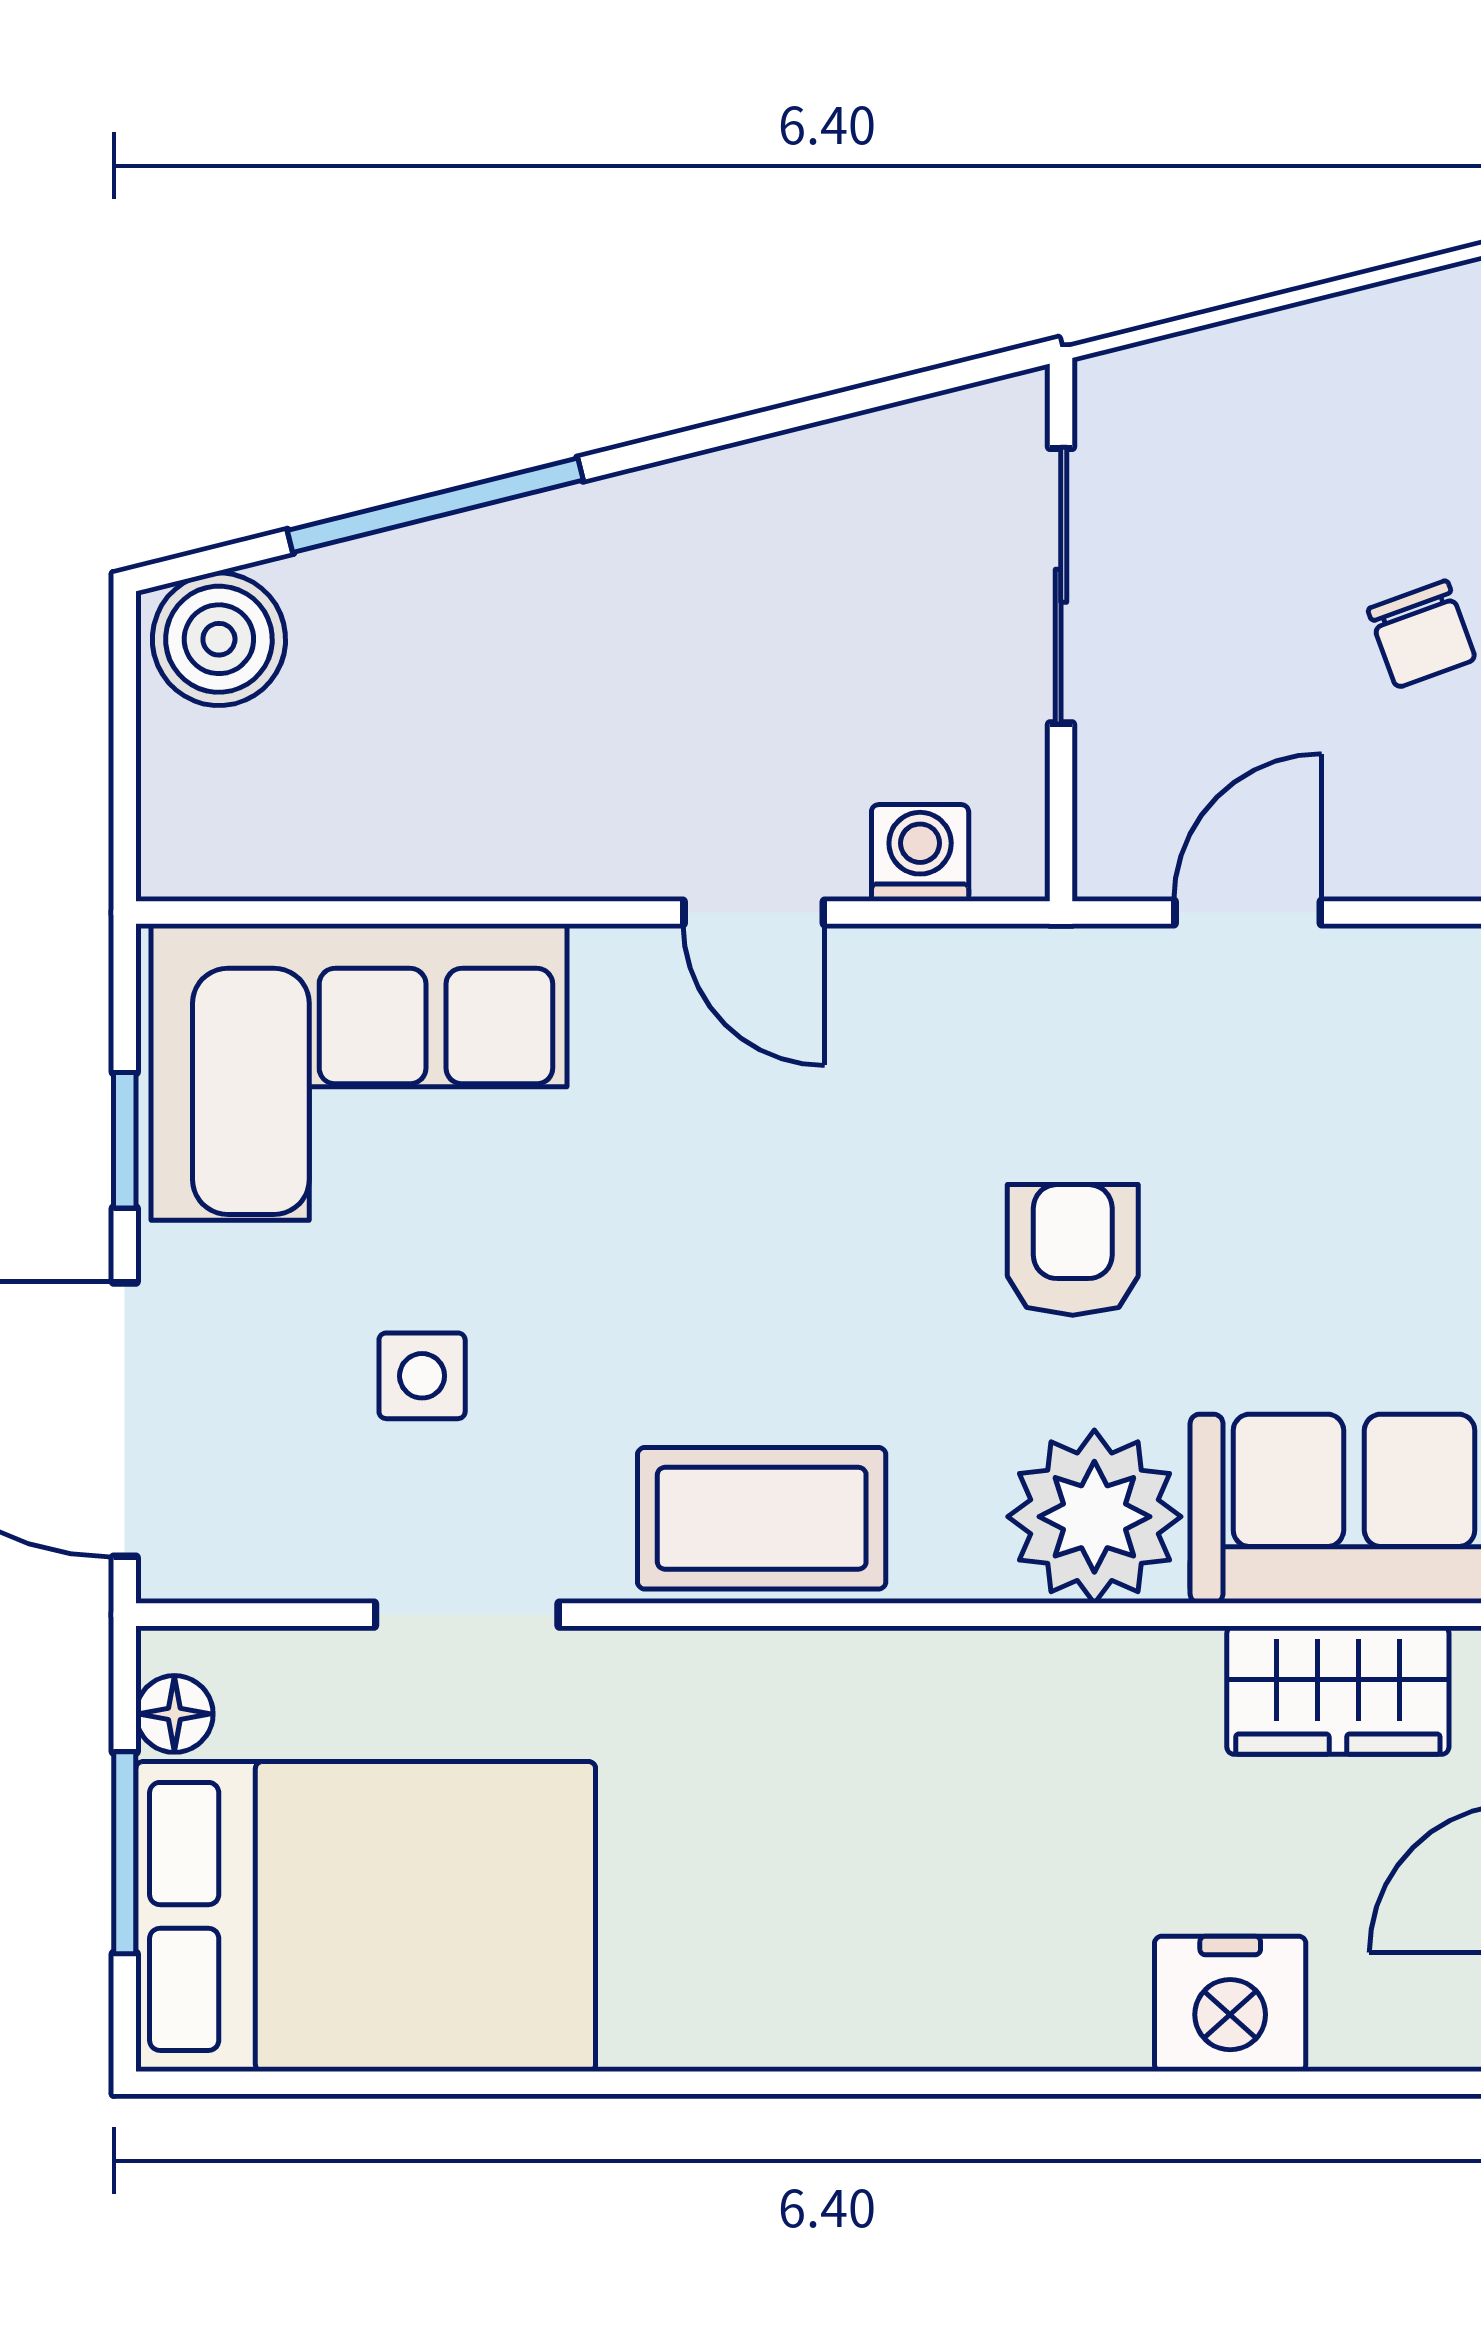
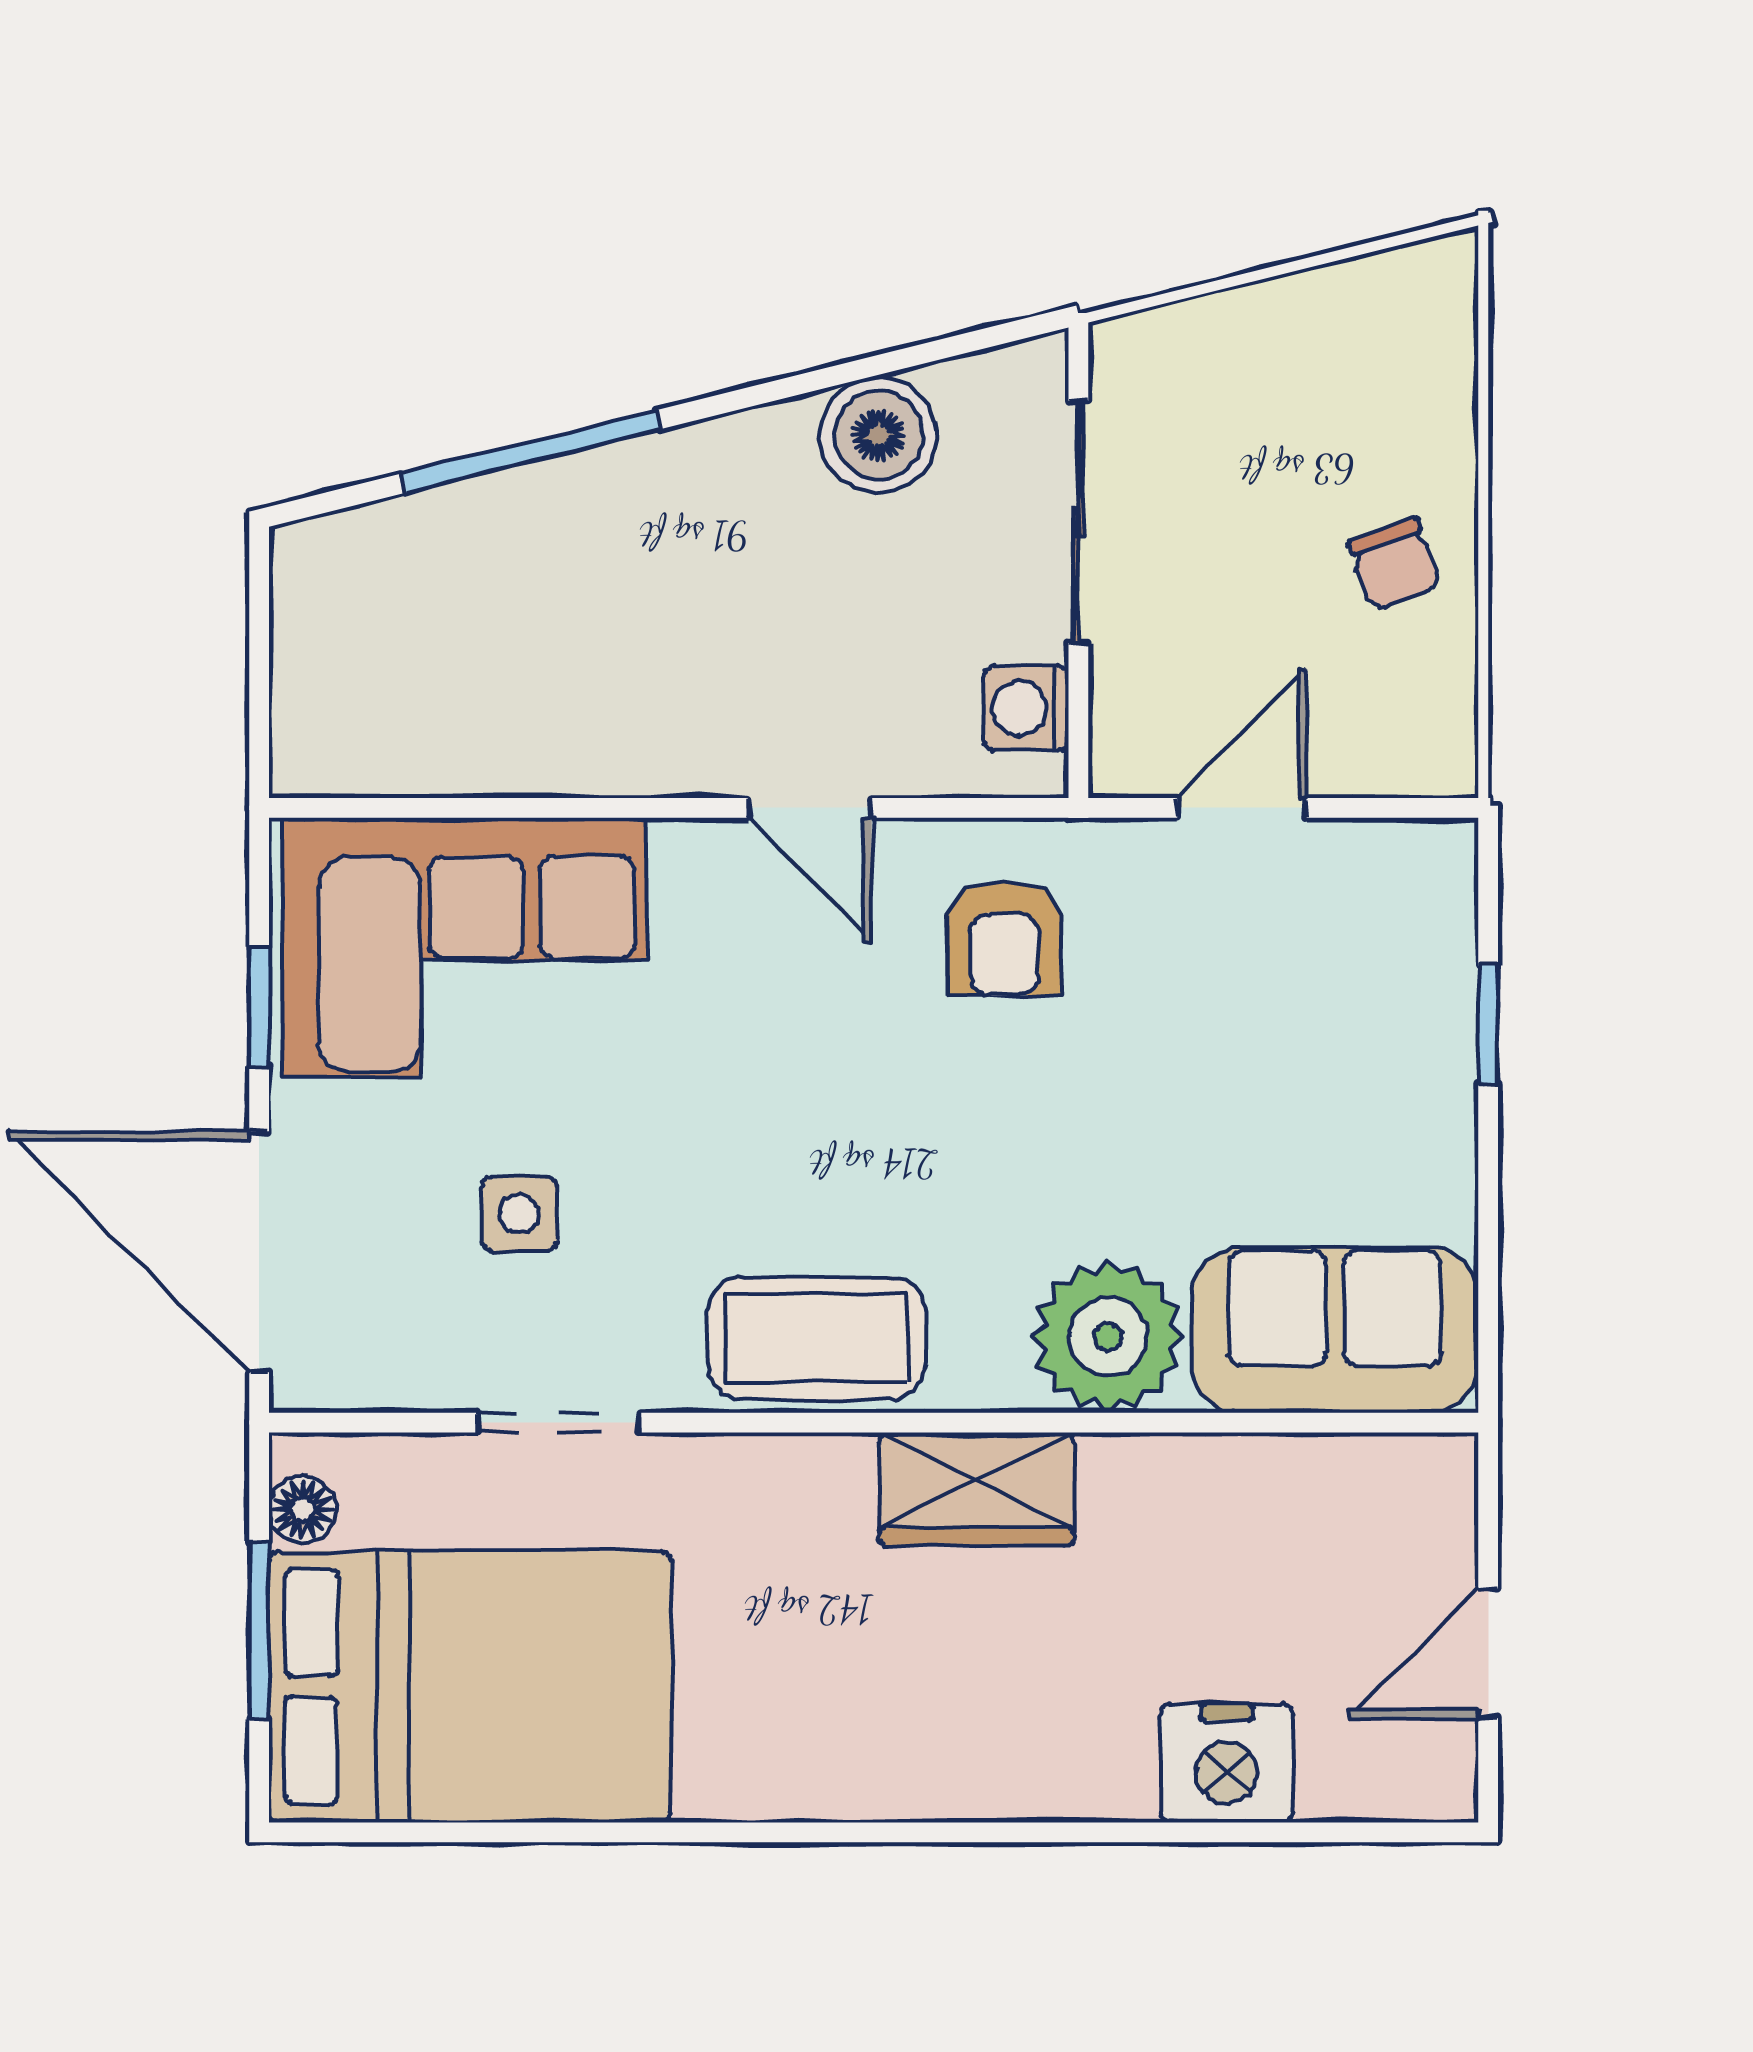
boiler: (219, 639) -> (878, 435), moved
washing machine: (920, 853) -> (1026, 708), moved, turned -90
armchair: (1073, 1250) -> (1004, 938), moved, turned 180
wardrobe: (1338, 1690) -> (976, 1489), moved

